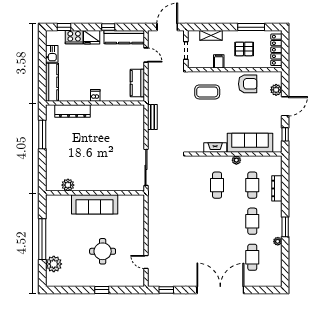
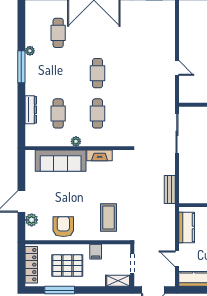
shelving: (211, 35) -> (118, 281), moved
pallet: (244, 49) -> (67, 266), width x1.50, depth x1.42
armchair: (248, 84) -> (63, 227), turned 90
coffee table: (207, 92) -> (109, 217), turned 90
window: (285, 134) -> (21, 170), removed
cafe table: (252, 221) -> (98, 73), moved
window: (285, 227) -> (21, 67), width x1.44
door: (146, 262) -> (177, 68), moved

